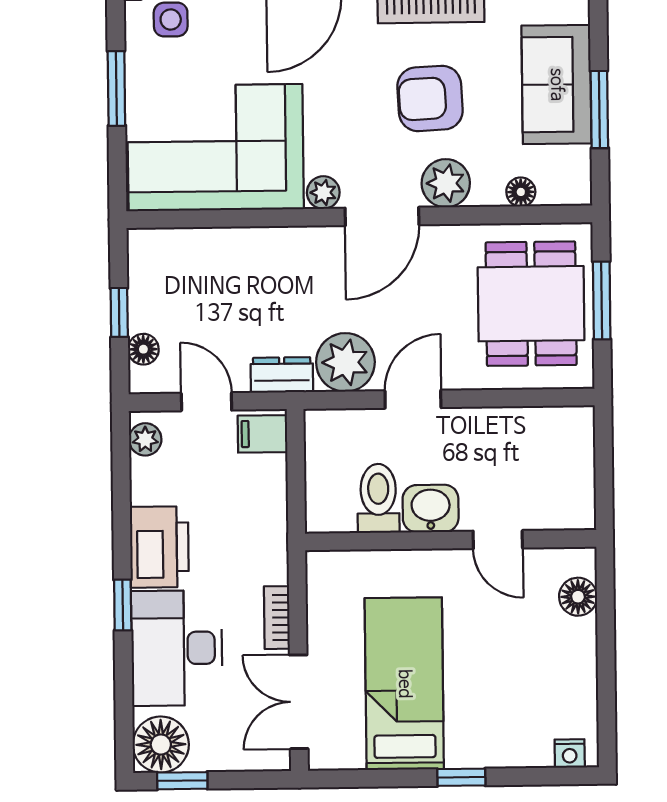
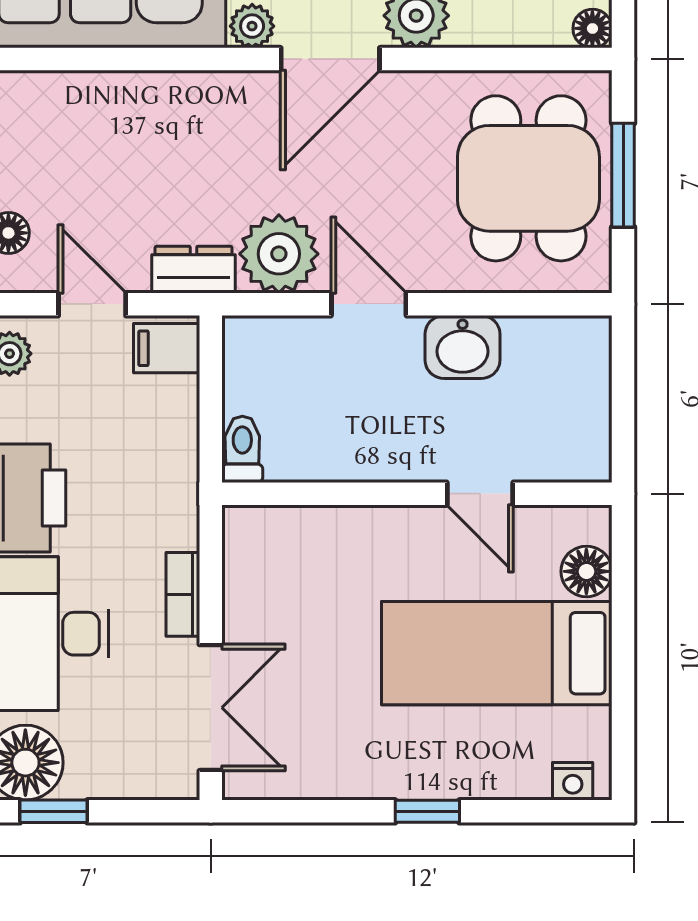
floor lamp: (521, 192) -> (592, 28), moved
door: (413, 399) -> (369, 304), hinge flipped
toilet: (378, 498) -> (242, 449), moved, width x0.73, depth x0.72
washbasin: (431, 508) -> (463, 347), moved, turned 180
bed: (404, 684) -> (497, 653), moved, turned -90
double door: (299, 702) -> (211, 708), swing flipped

